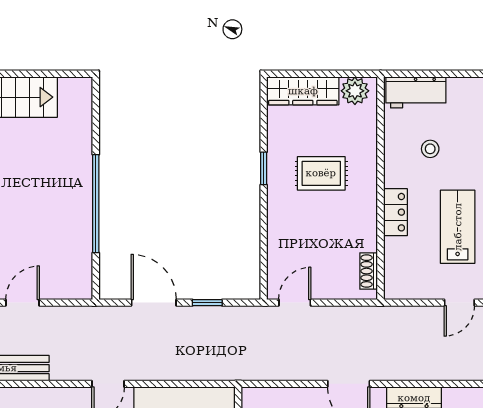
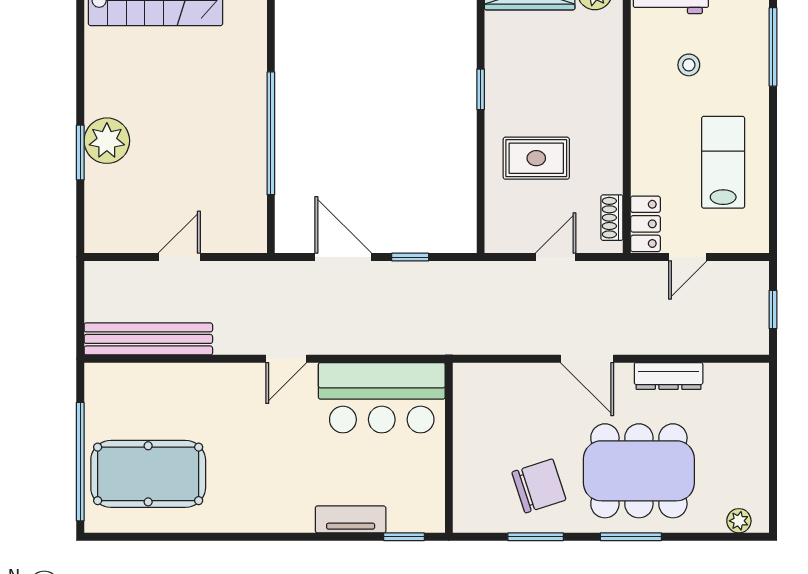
rug: (321, 173) -> (536, 158), moved
locker: (395, 212) -> (645, 224), moved
door: (295, 303) -> (556, 257), moved
door: (459, 303) -> (688, 257), moved

